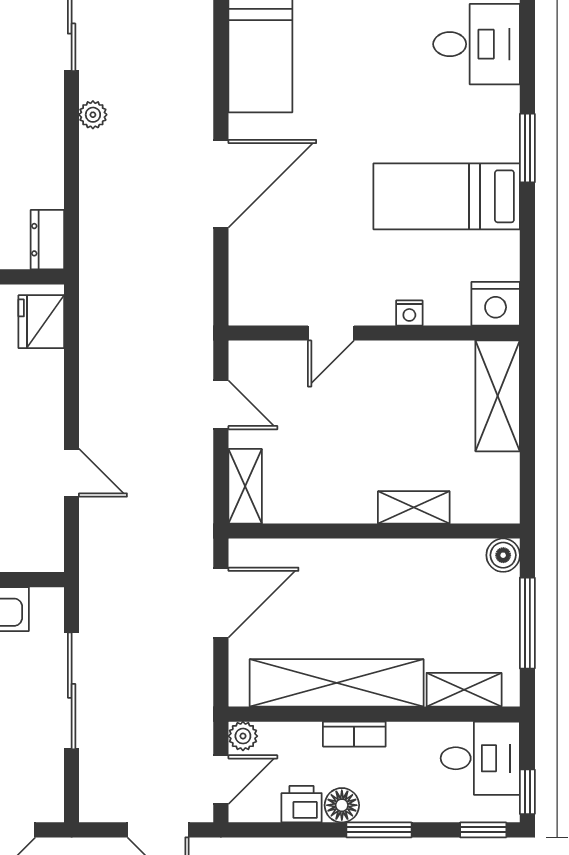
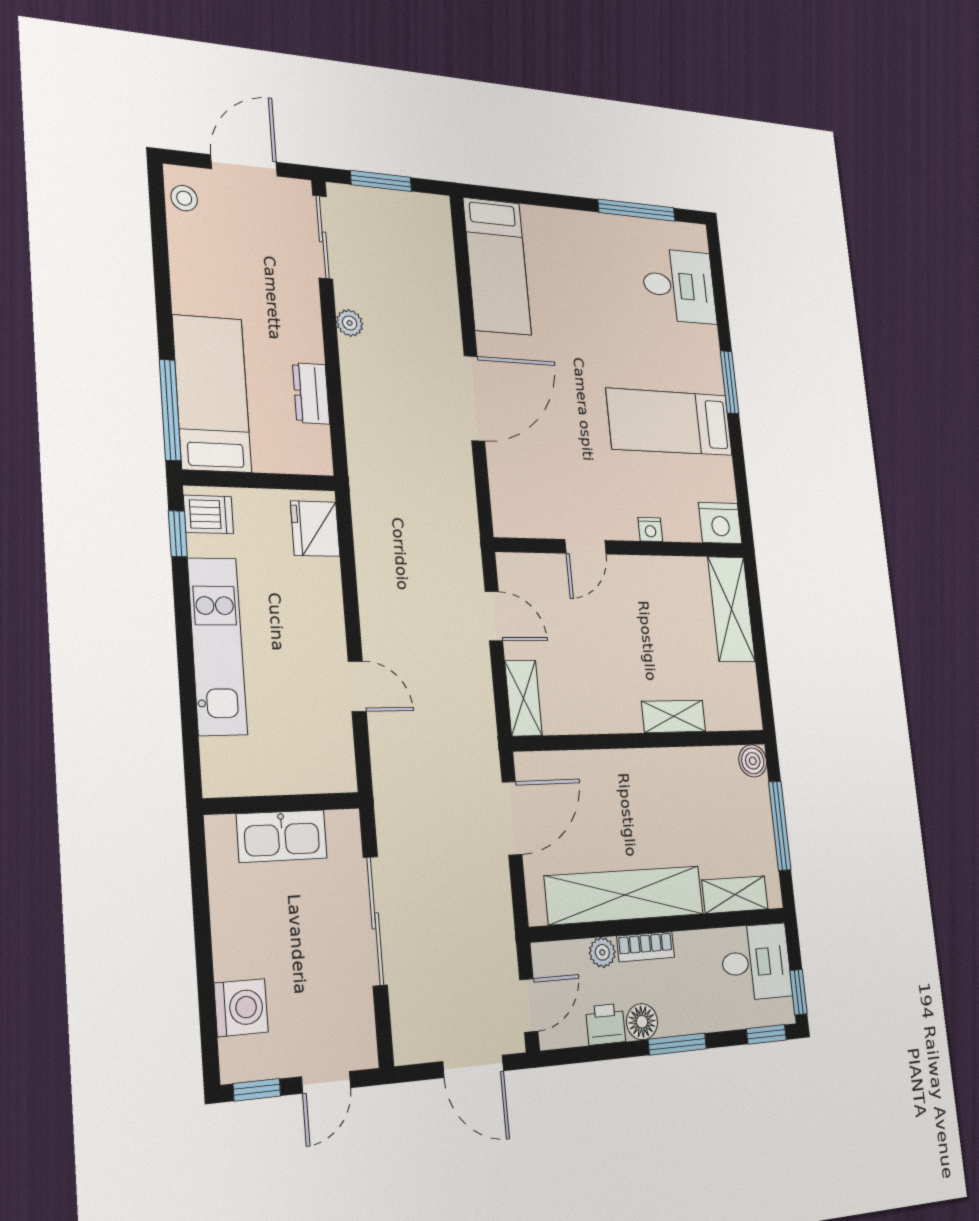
dresser: (47, 240) -> (311, 393), moved
plant: (243, 736) -> (602, 952), moved

